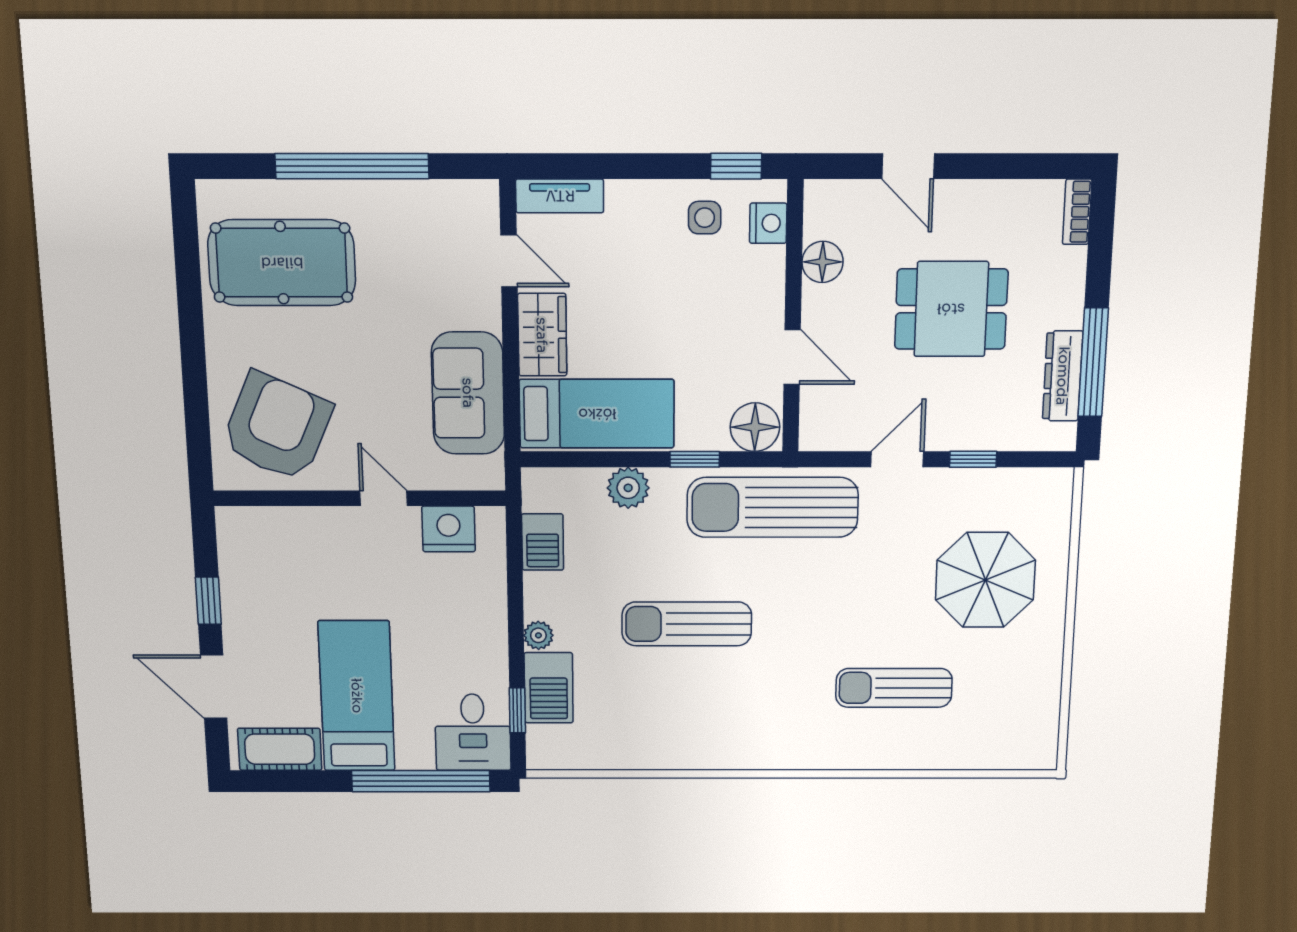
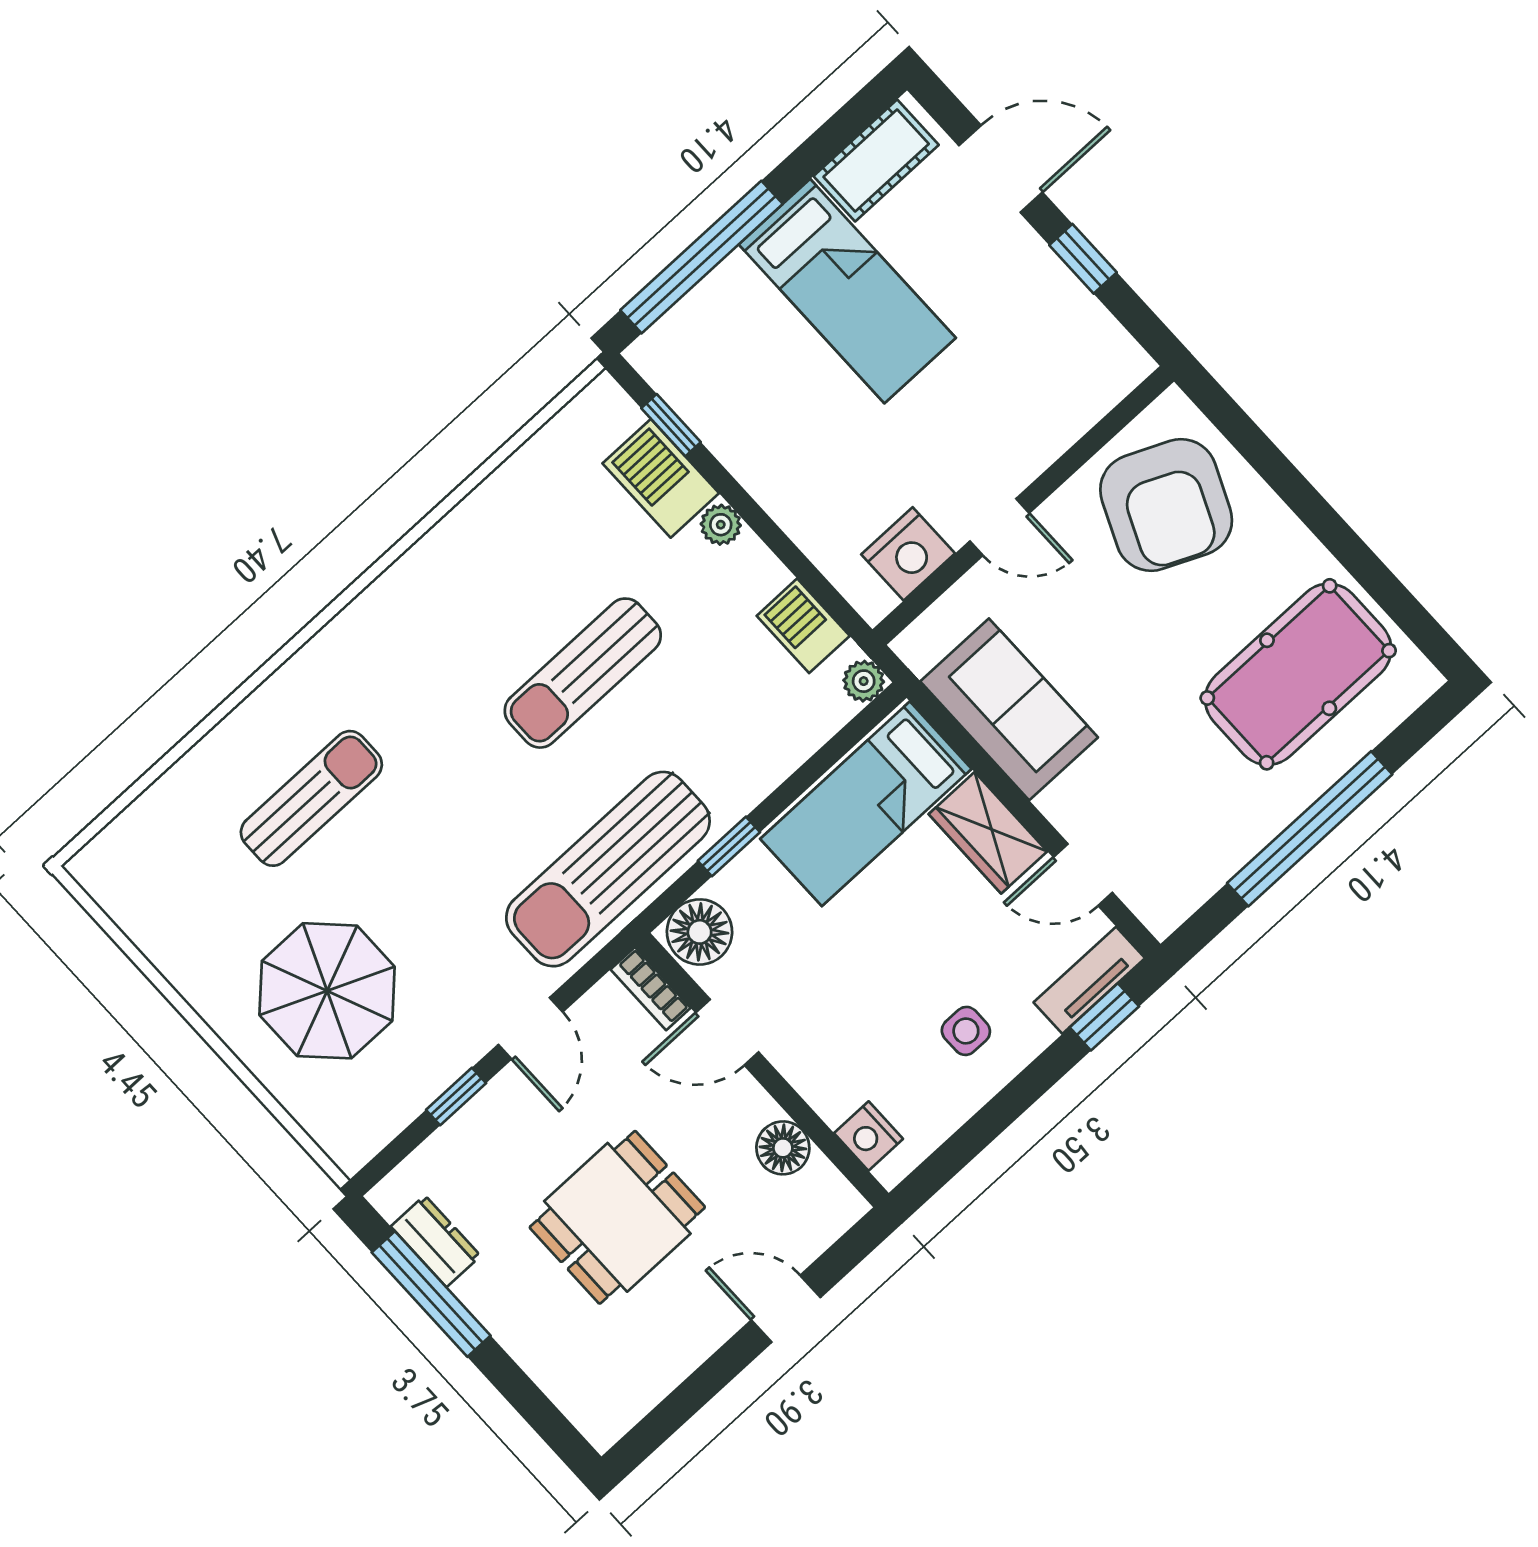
window: (736, 166) -> (1104, 1017), moved
bookcase: (1077, 212) -> (651, 989), moved, turned 180
side table: (705, 218) -> (966, 1031), moved
dresser: (1063, 376) -> (436, 1241), width x0.70
plant: (628, 488) -> (864, 681), moved, width x0.73, depth x0.73
sun lounger: (772, 507) -> (608, 869), turned 180
sun lounger: (687, 624) -> (583, 673), turned 180
desk: (473, 732) -> (695, 360), removed

